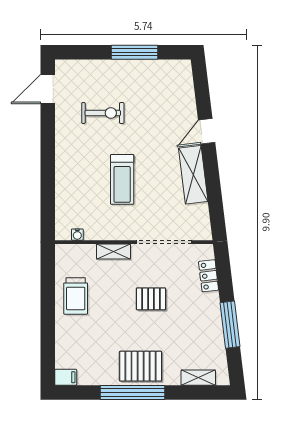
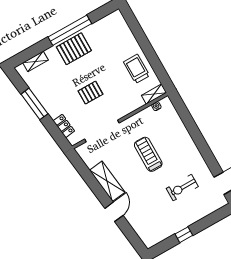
window: (135, 52) -> (184, 235), width x0.46
shelving: (113, 251) -> (154, 94), moved
filing cabinet: (66, 377) -> (115, 17), removed

